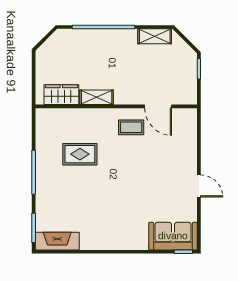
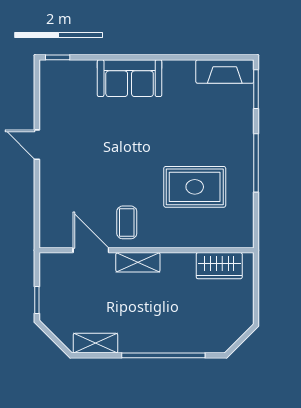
shelving: (97, 97) -> (138, 262), moved
coffee table: (131, 127) -> (127, 222), turned 90
rug: (80, 154) -> (195, 187), width x1.36, depth x1.43
sofa: (173, 236) -> (130, 78), moved

